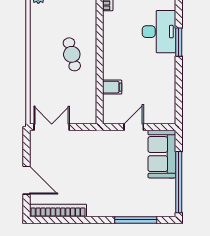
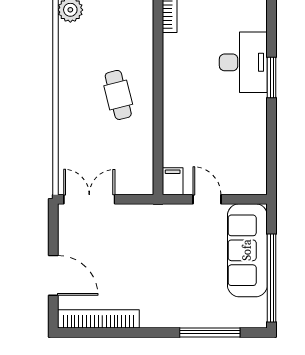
filing cabinet: (112, 87) -> (173, 181), moved, turned -90
door: (134, 127) -> (207, 199), hinge flipped
sofa: (162, 154) -> (247, 250), width x1.36

